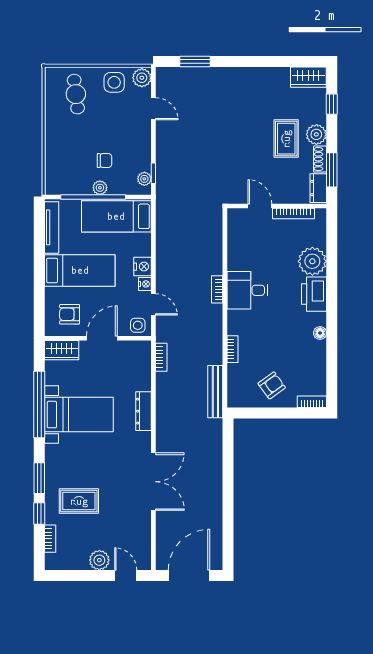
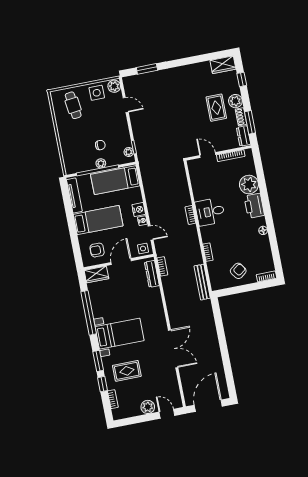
dresser: (144, 411) -> (152, 274), moved
bed with nightstands: (79, 415) -> (120, 334), moved

